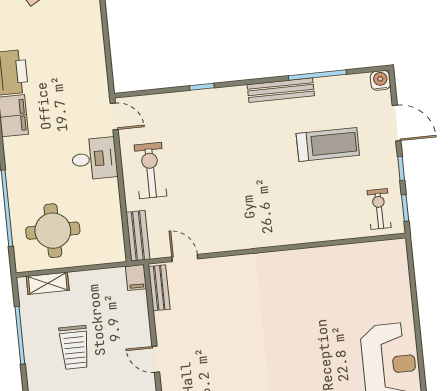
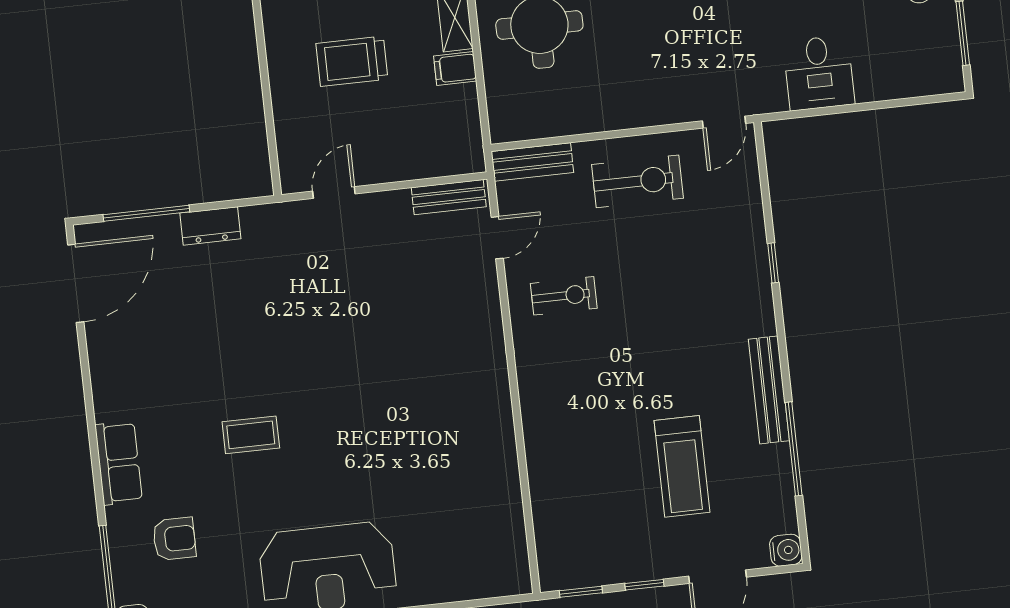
desk: (94, 159) -> (819, 73), moved
exercise bike: (379, 209) -> (564, 296), moved
filing cabinet: (136, 277) -> (455, 68), moved

